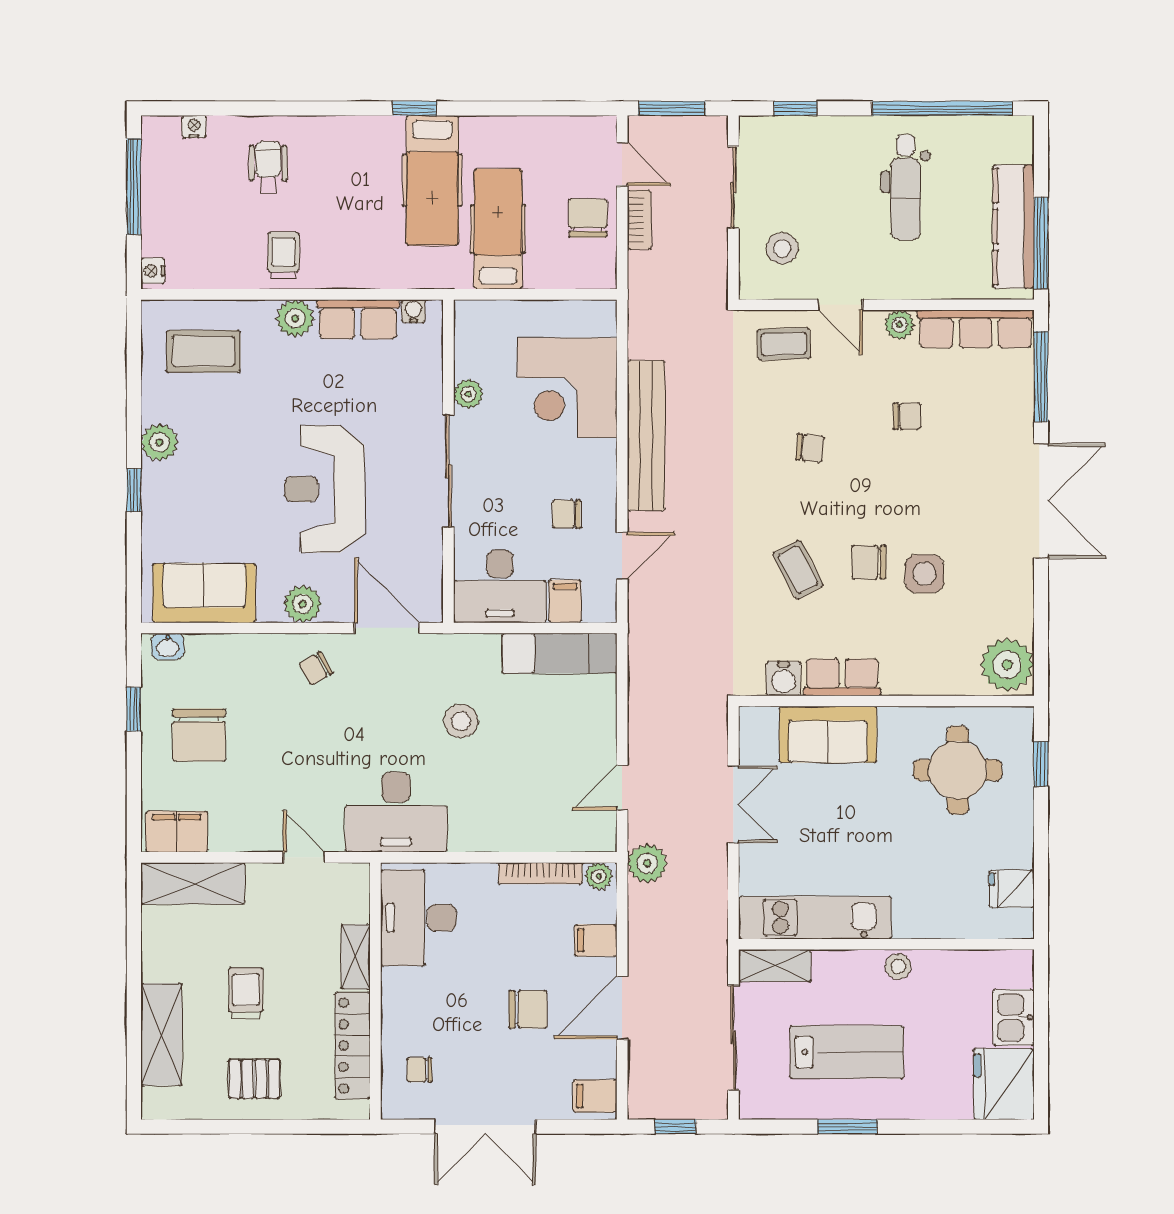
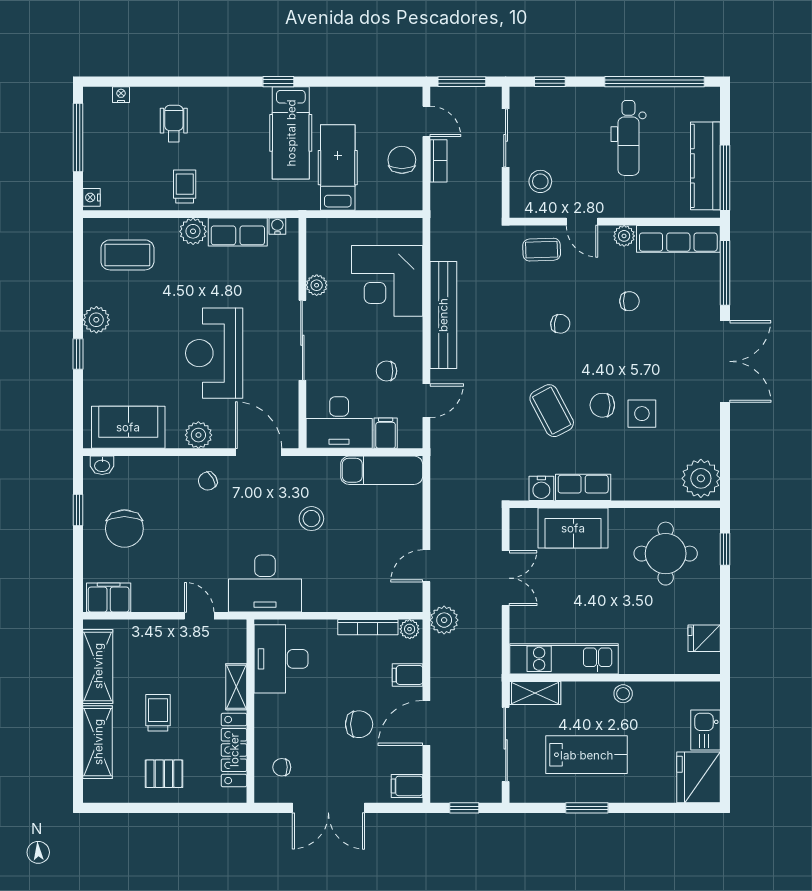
coffee table: (798, 570) -> (552, 411), width x1.36, depth x1.30
shelving: (193, 883) -> (98, 666), moved, turned 90

